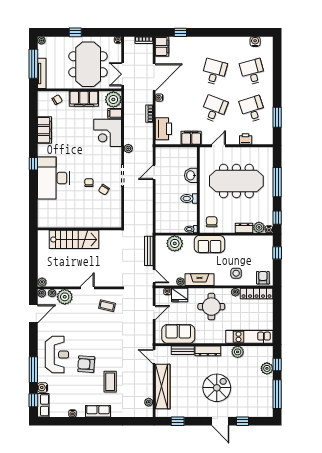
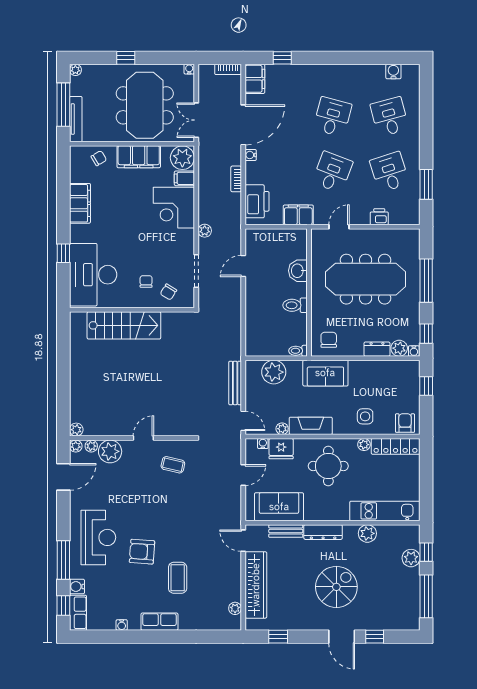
wall: (79, 229) -> (132, 310), moved
stairs: (74, 239) -> (124, 325), moved

